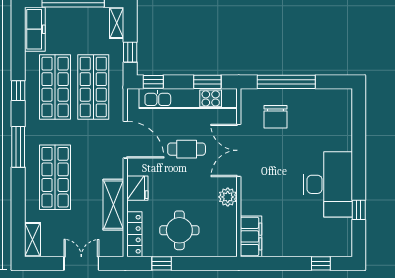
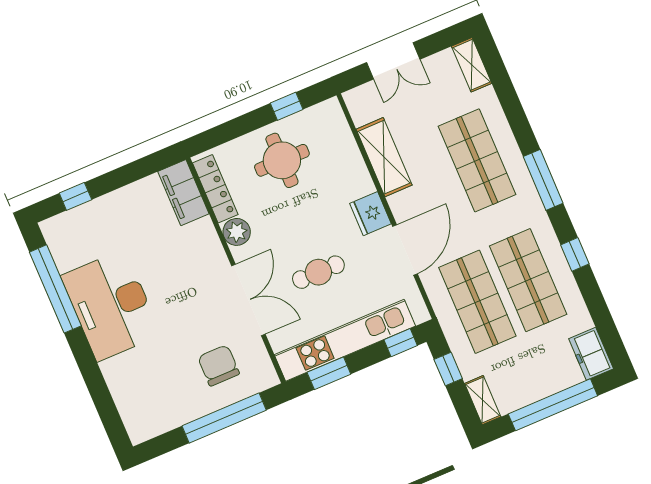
freezer: (35, 29) -> (591, 354), width x0.71
door: (125, 140) -> (405, 250), swing flipped
fridge: (137, 188) -> (371, 214), moved
window: (359, 210) -> (55, 289), width x3.17
locker: (134, 234) -> (215, 189), moved, turned 180

